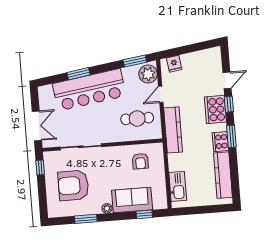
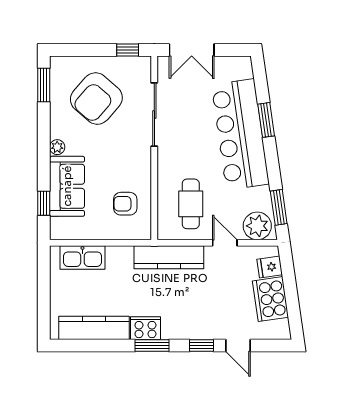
cooker: (215, 110) -> (271, 299), moved, turned -98
armchair: (73, 185) -> (96, 99), turned -139
window: (86, 219) -> (44, 85), moved

